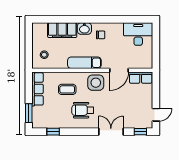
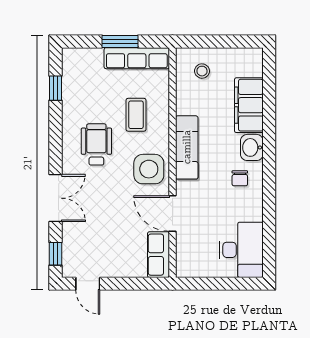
window: (29, 113) -> (120, 42), moved

